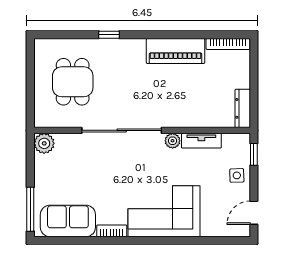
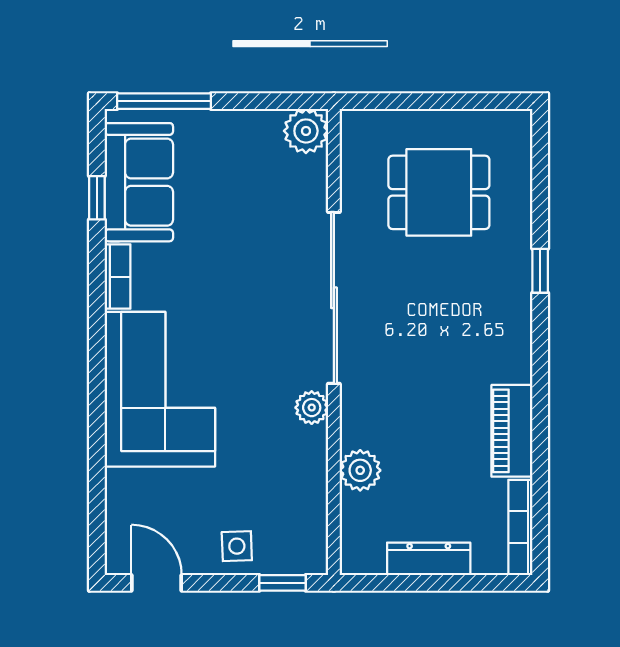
piano: (176, 51) -> (512, 431), width x0.73, depth x0.75
dresser: (243, 108) -> (429, 559), moved
plant: (202, 118) -> (360, 470), added
tv unit: (201, 141) -> (312, 470), removed
window: (75, 240) -> (97, 198), added

